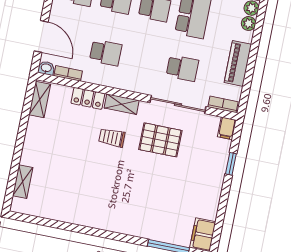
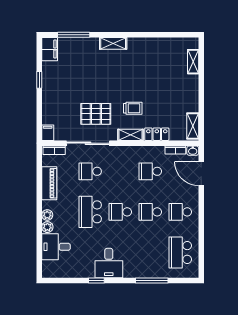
window: (231, 164) -> (39, 80), moved
shelving: (120, 226) -> (113, 43), added

